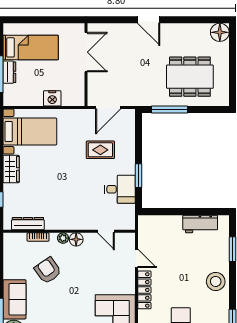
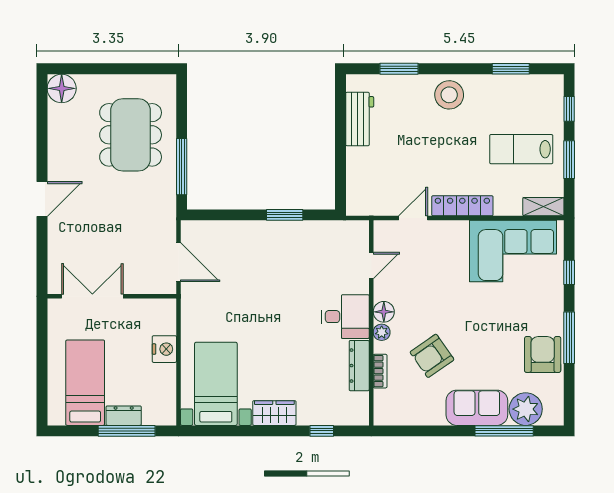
rug: (100, 150) -> (244, 274), removed
desk: (120, 189) -> (345, 317), moved, turned 90
dresser: (28, 224) -> (359, 366), moved

